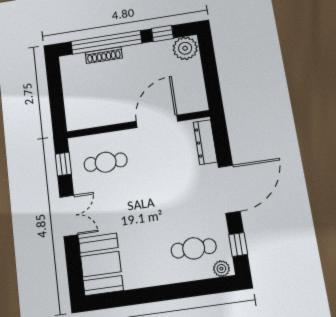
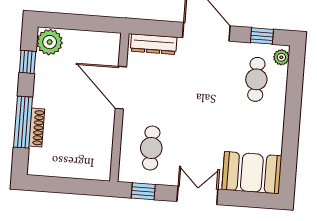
window: (106, 42) -> (23, 122), width x0.68

